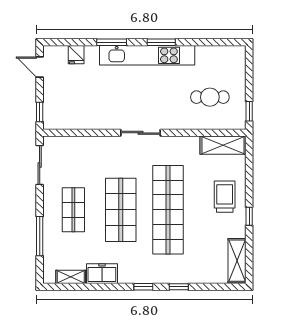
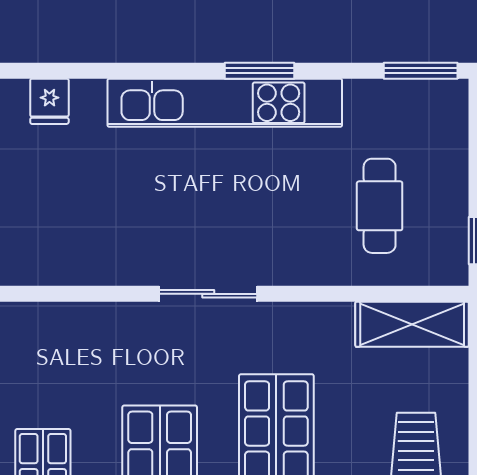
window: (112, 42) -> (421, 71), moved
cafe table: (210, 97) -> (380, 206), turned 90

